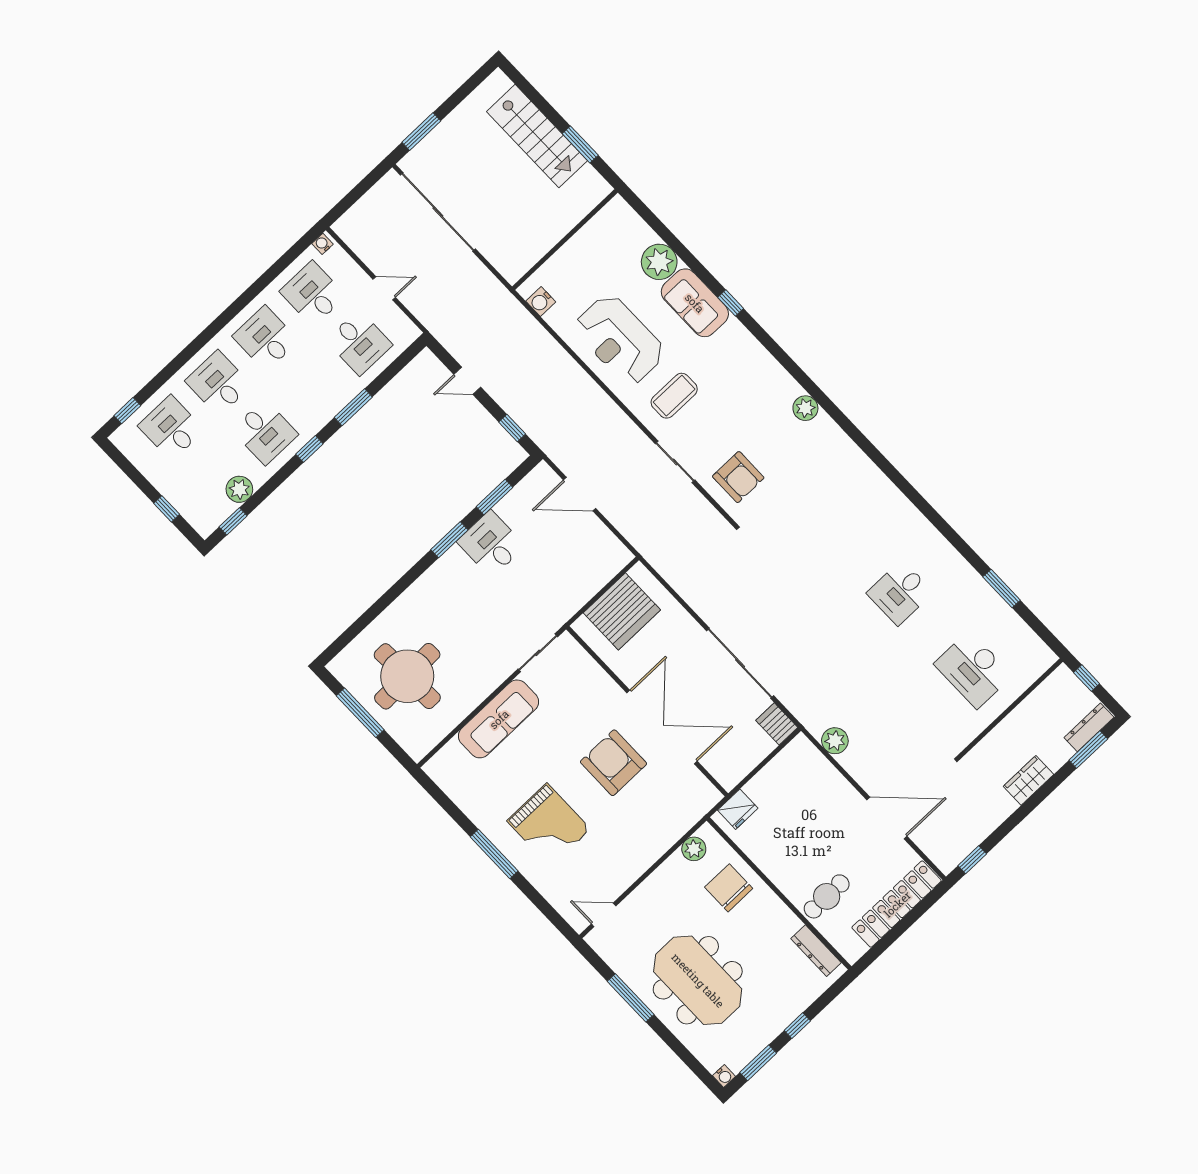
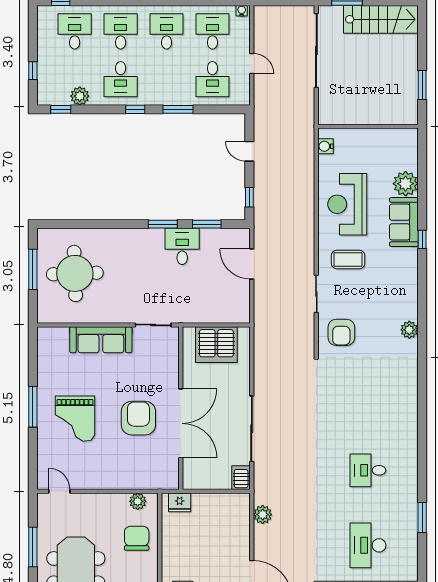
stairs: (537, 136) -> (381, 19), moved, turned -90

